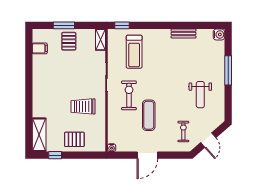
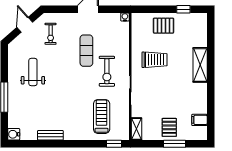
shelving: (39, 135) -> (200, 65), moved

